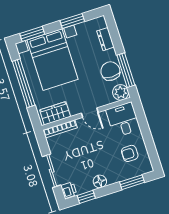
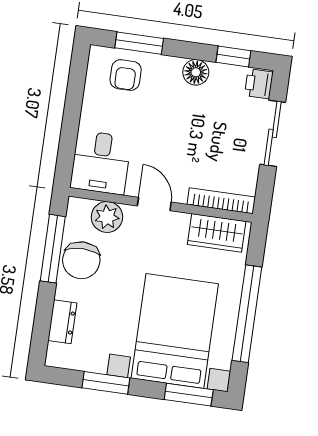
plant: (121, 92) -> (107, 217), moved
armchair: (130, 153) -> (126, 75), moved, turned 90

